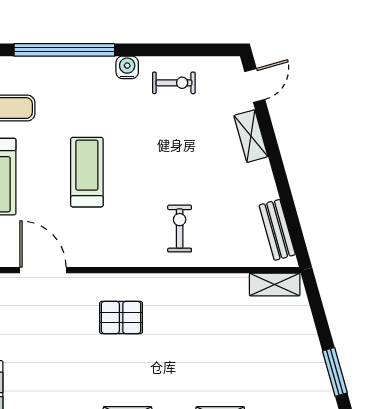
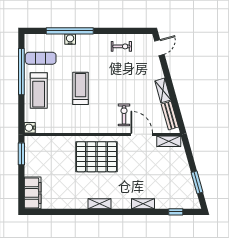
water cooler: (127, 67) -> (70, 39), moved
shelving: (251, 136) -> (163, 90), moved
door: (43, 270) -> (142, 134), moved
pallet: (121, 317) -> (96, 157), width x2.05, depth x2.00

